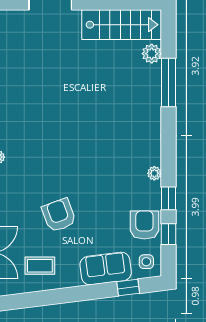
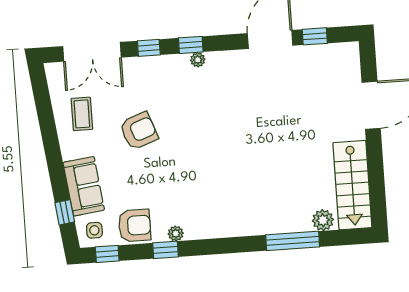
plant: (154, 173) -> (176, 233), moved
window: (169, 234) -> (107, 254), moved

